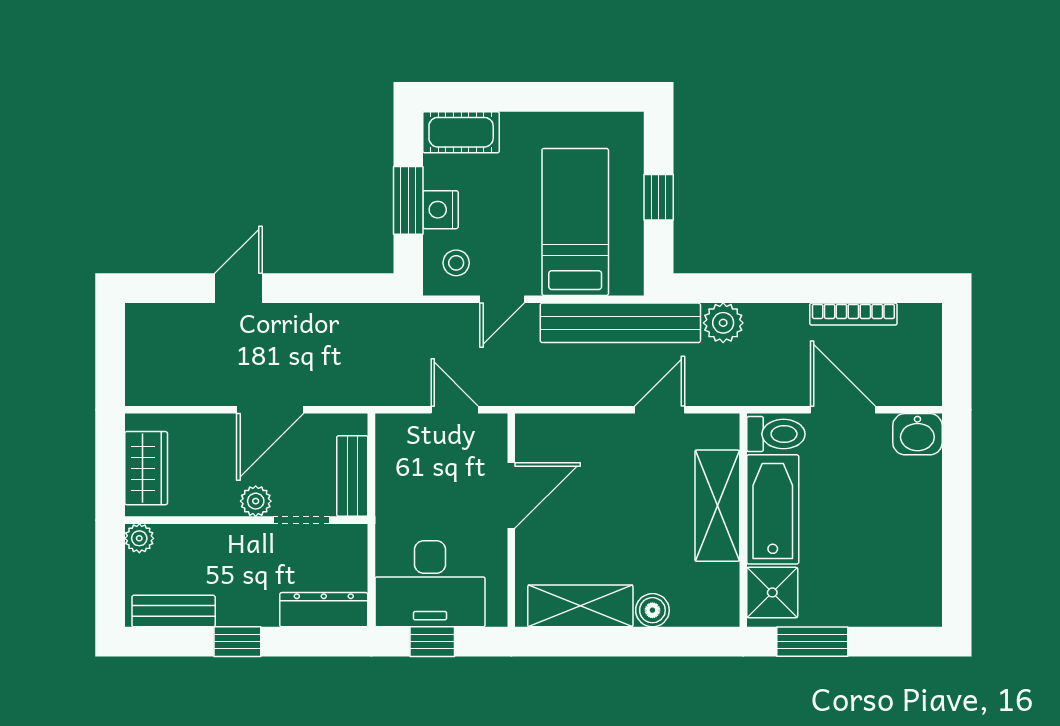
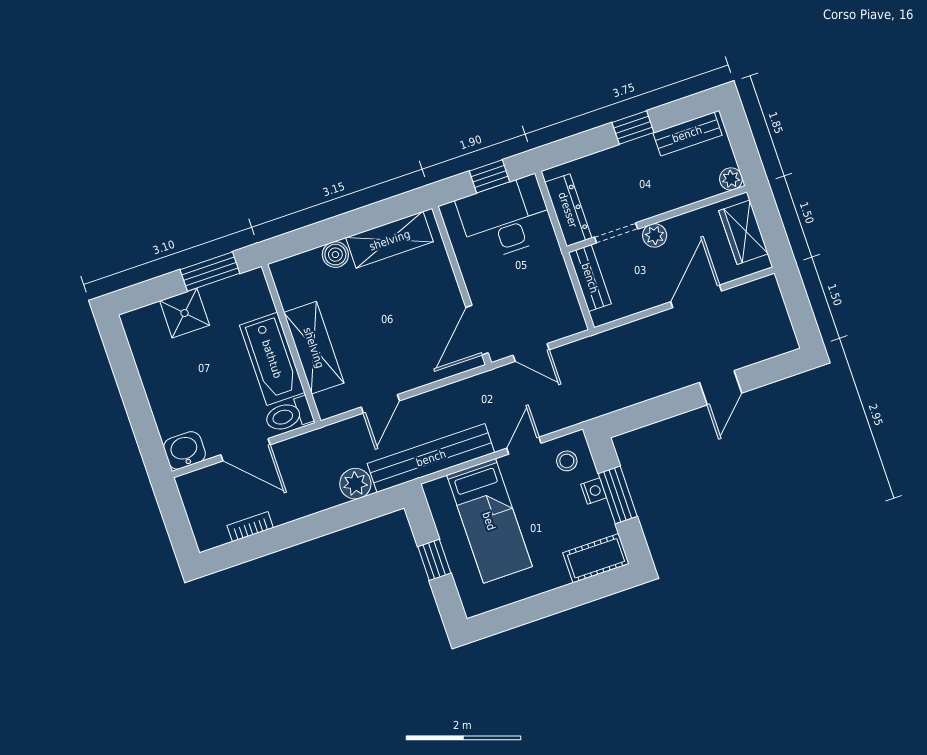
nightstand: (440, 210) -> (594, 491), width x0.72, depth x0.74
bookcase: (853, 314) -> (250, 527), width x0.64
door: (270, 410) -> (696, 296), moved
door: (511, 496) -> (477, 330), moved
shower: (772, 592) -> (185, 313), moved
dresser: (324, 610) -> (568, 210), moved, turned -90

